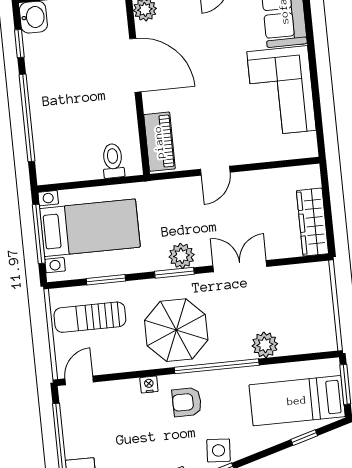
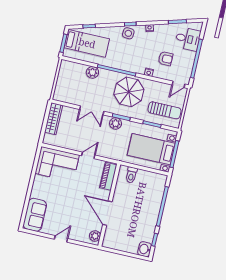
corner sofa: (281, 91) -> (57, 164), moved, turned 90
armchair: (187, 402) -> (165, 59), moved

